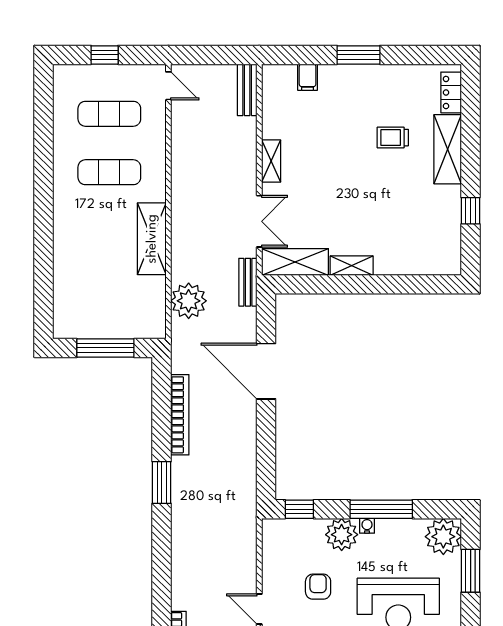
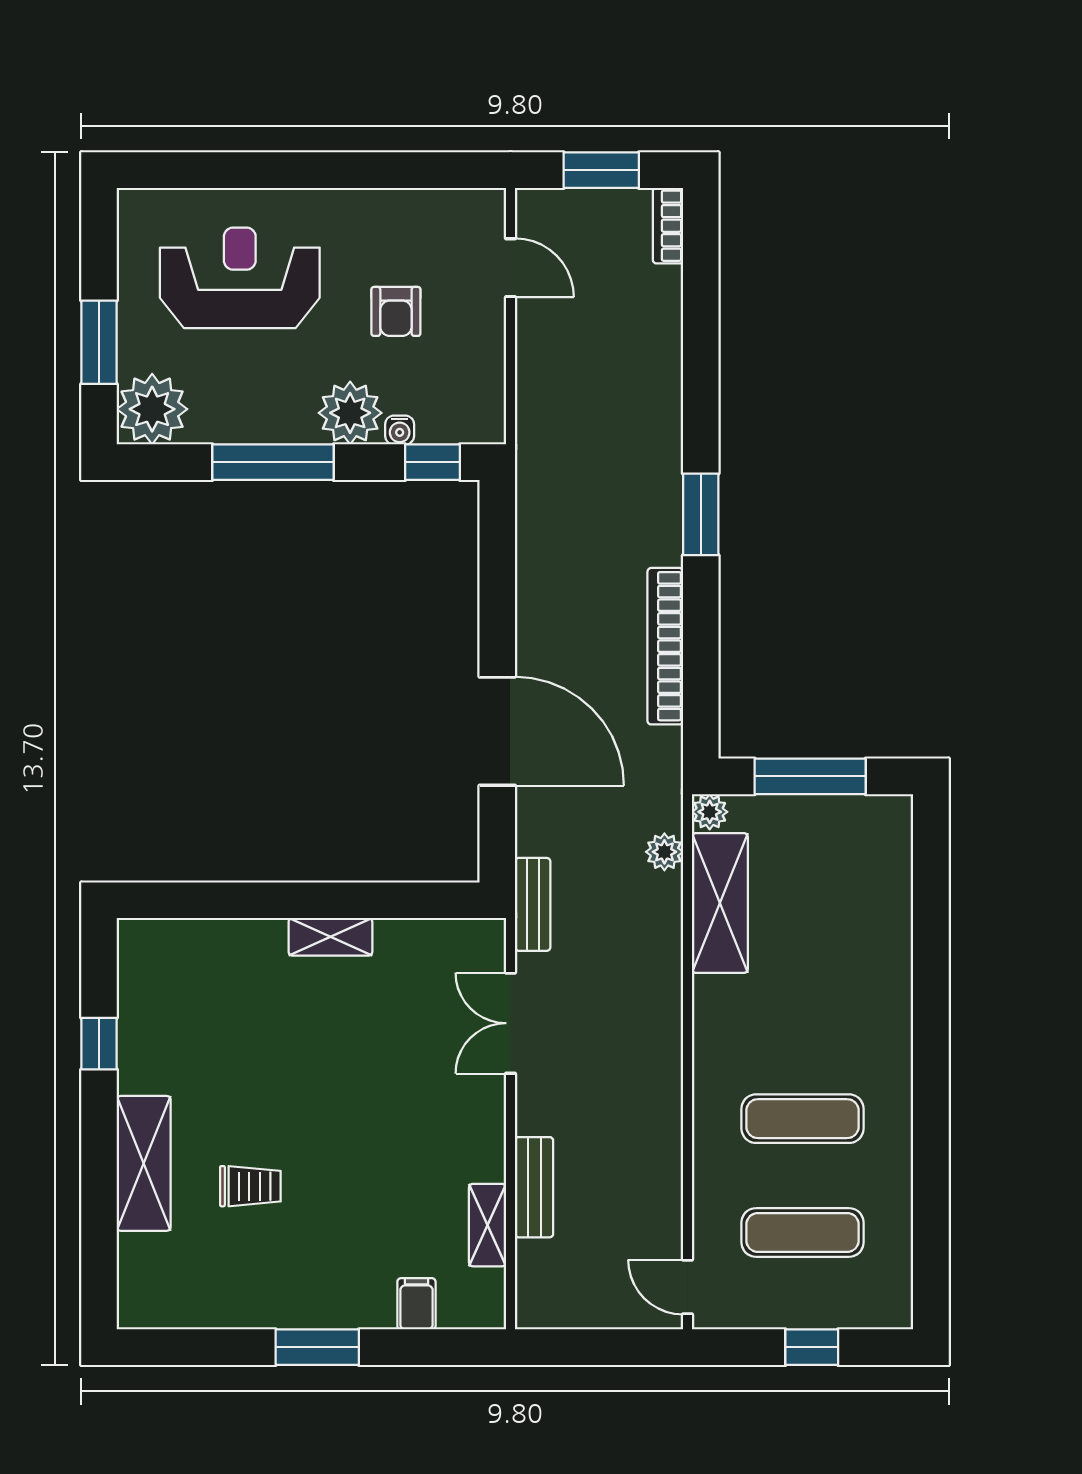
bench: (247, 90) -> (534, 1187), moved
locker: (451, 92) -> (137, 1274), removed
shelving: (271, 161) -> (488, 1225), moved
shelving: (152, 239) -> (720, 903), moved
shelving: (295, 262) -> (441, 944), removed
plant: (189, 301) -> (664, 852), width x0.53, depth x0.53
plant: (157, 330) -> (710, 812), added
water cooler: (367, 526) -> (400, 430), moved

